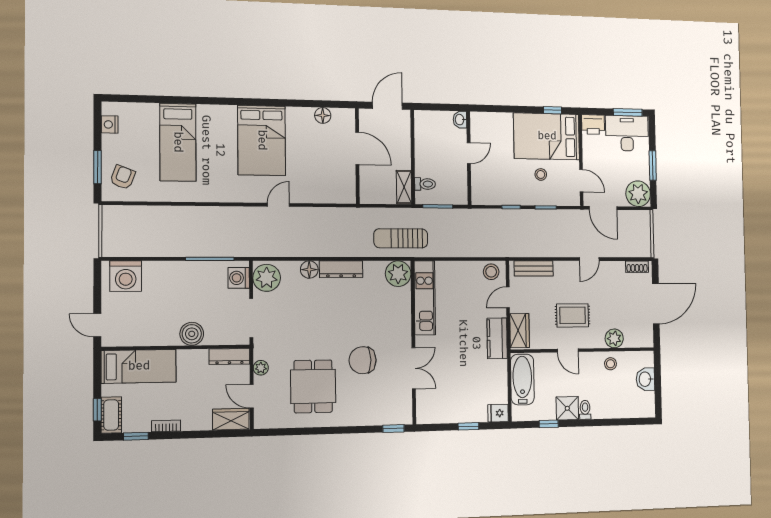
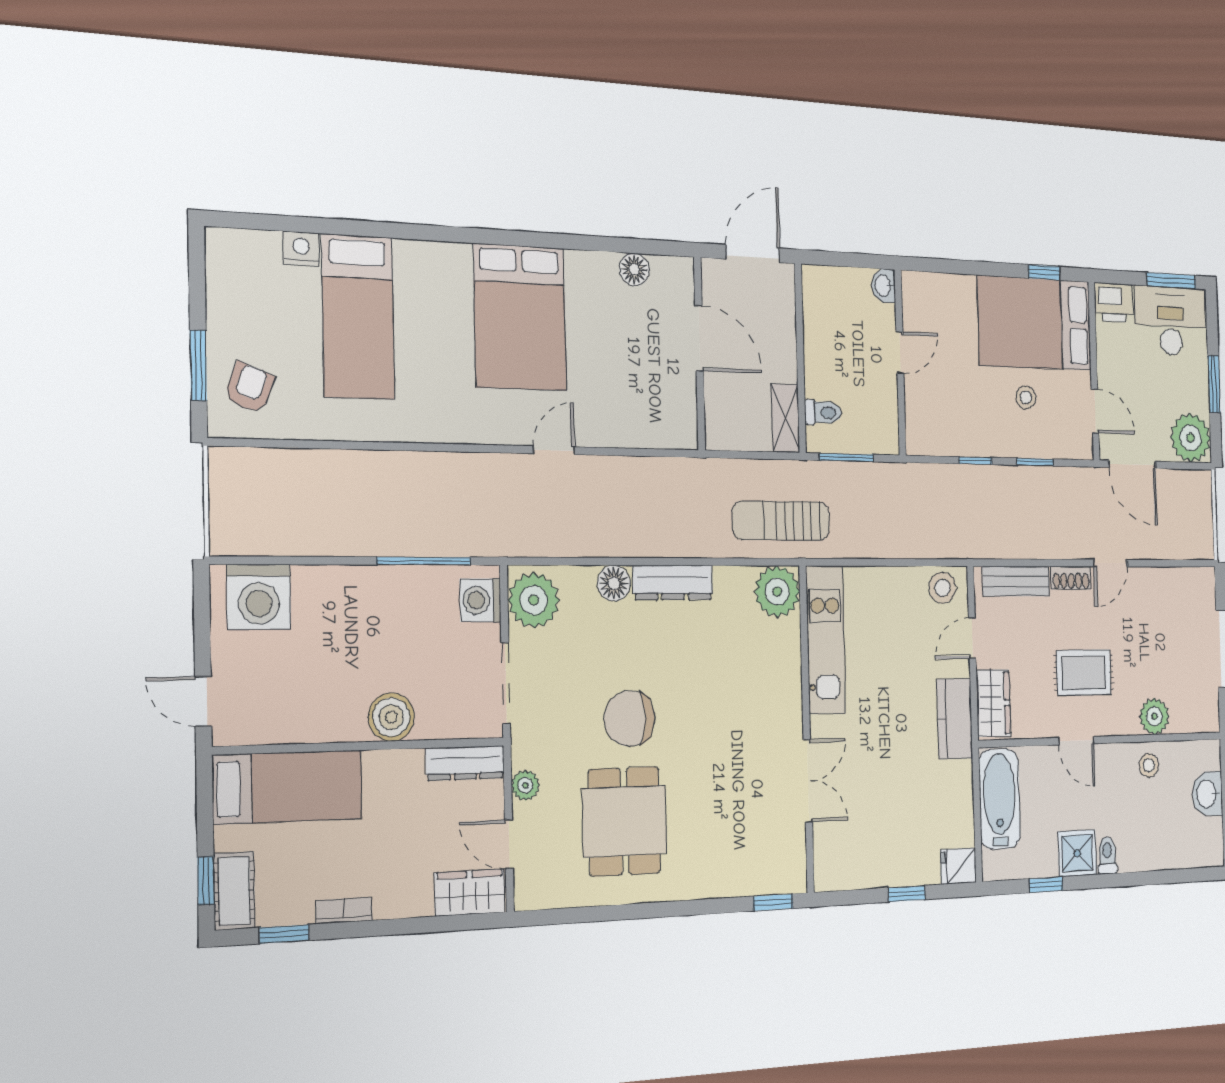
nightstand: (110, 124) -> (301, 249), moved, turned 90
shoe rack: (637, 267) -> (1071, 578), moved
chair: (363, 360) -> (629, 718), moved

